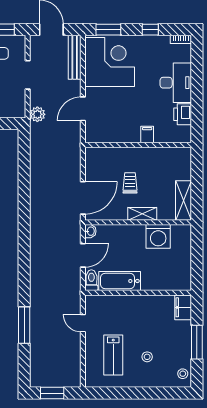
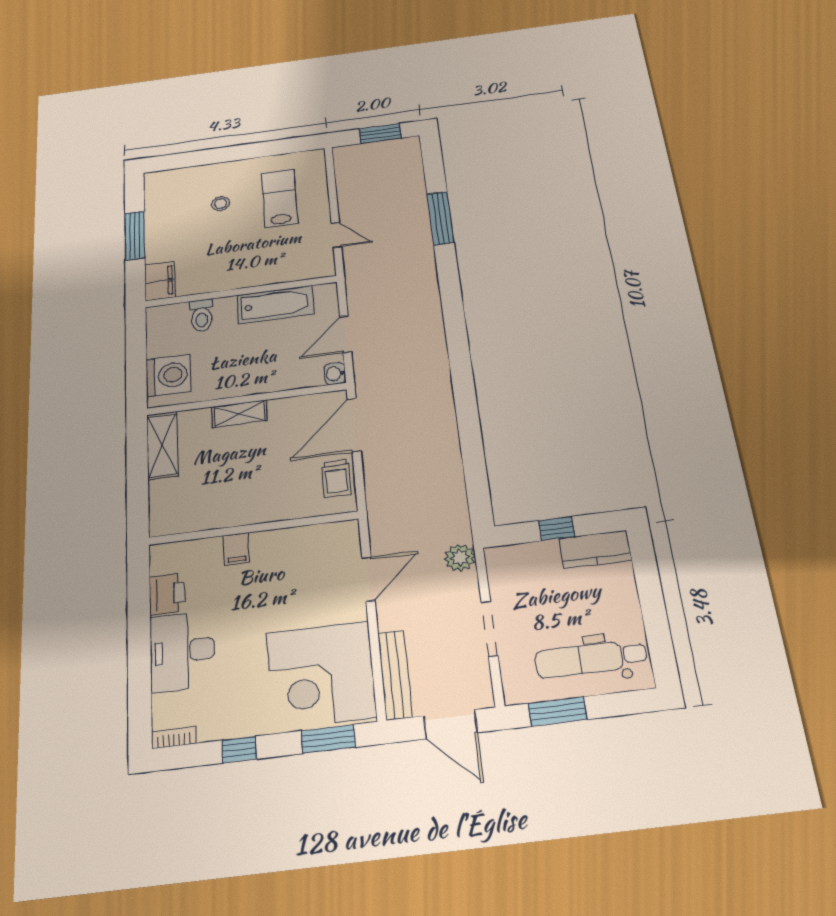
trolley: (130, 183) -> (336, 478), moved
washing machine: (158, 236) -> (168, 375), moved, turned 90
toilet: (91, 280) -> (202, 315), moved
stool: (183, 374) -> (159, 189), removed

